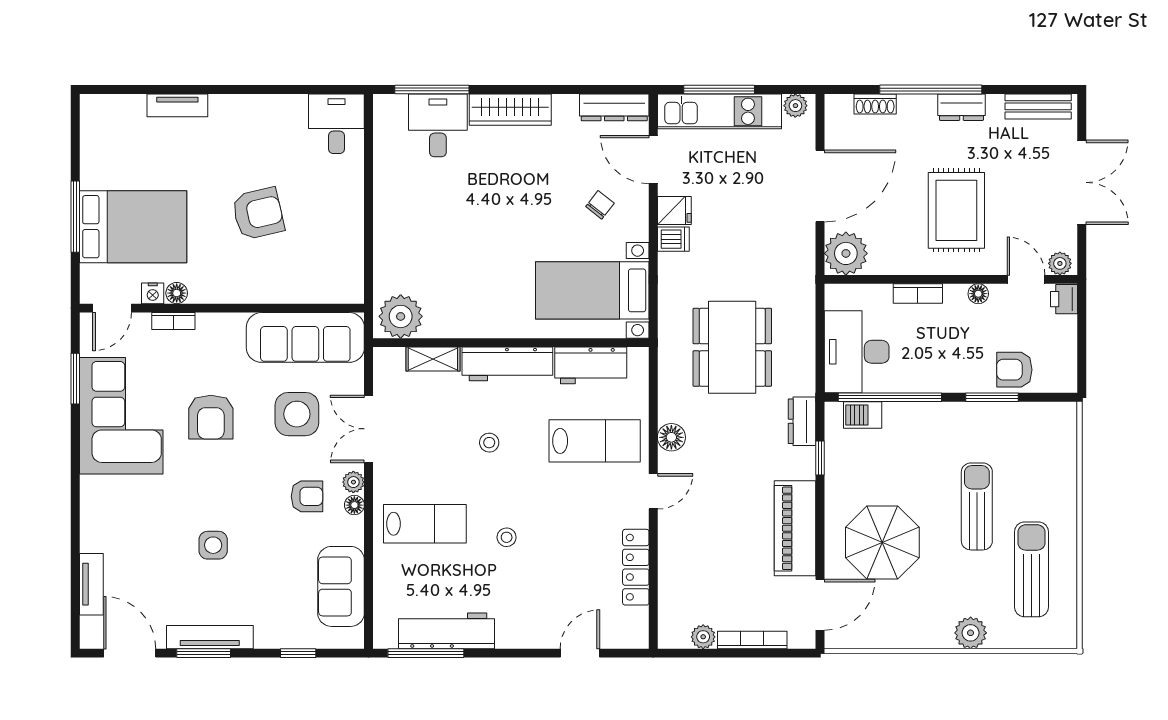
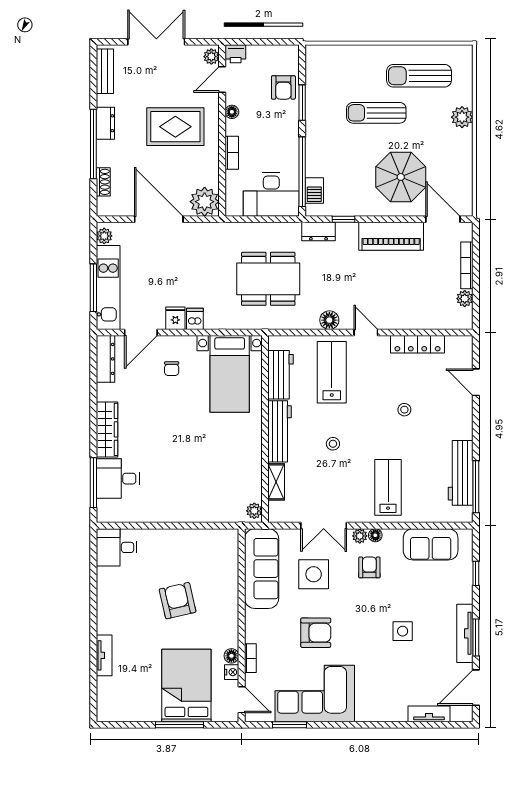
chair: (600, 205) -> (172, 369), turned -128
plant: (401, 316) -> (254, 511), width x0.53, depth x0.53
stool: (507, 537) -> (404, 410), moved

